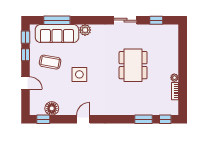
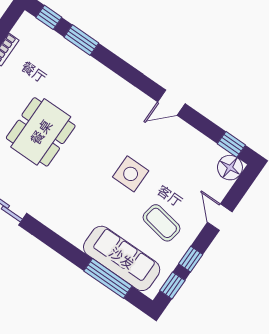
plant: (85, 30) -> (76, 234), removed
floor lamp: (52, 108) -> (230, 168), moved

